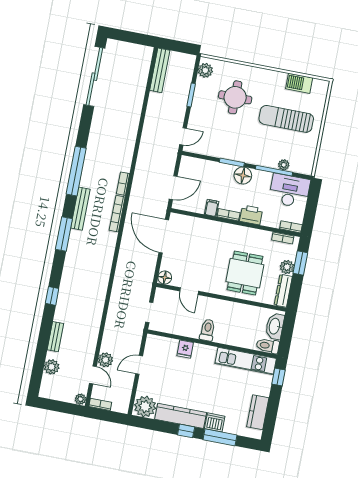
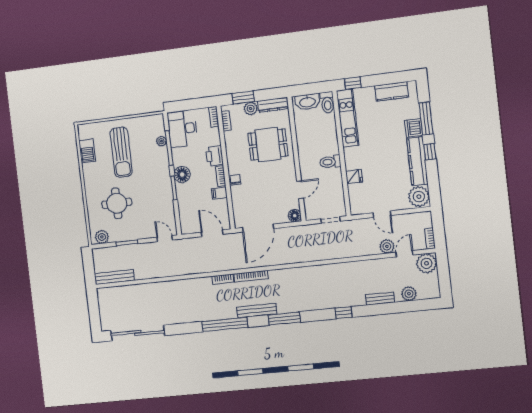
chair: (220, 229) -> (235, 180), added
plant: (80, 399) -> (427, 263), width x1.88, depth x1.88

